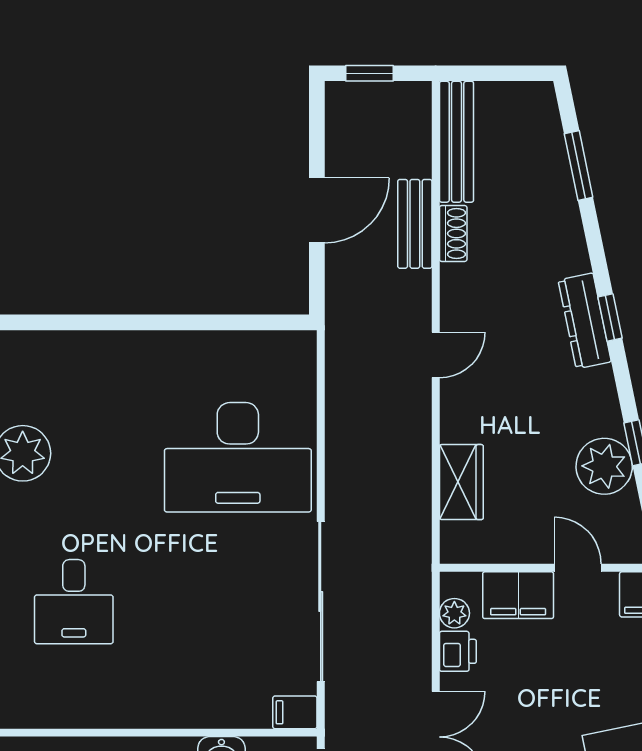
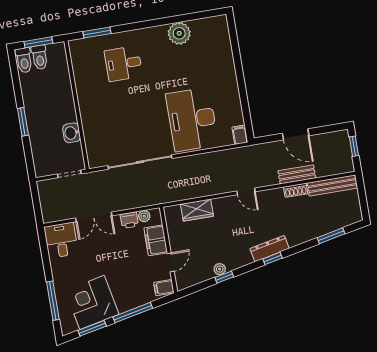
plant: (604, 466) -> (220, 269), width x0.53, depth x0.53
filing cabinet: (295, 712) -> (240, 135), moved

